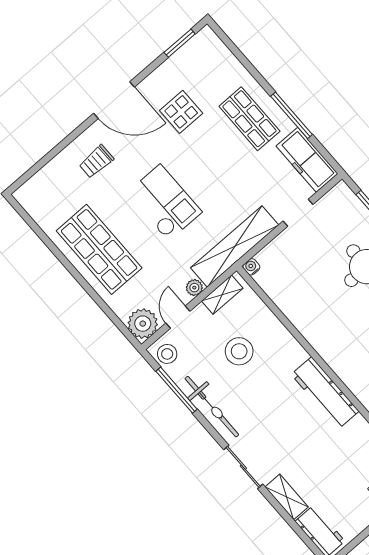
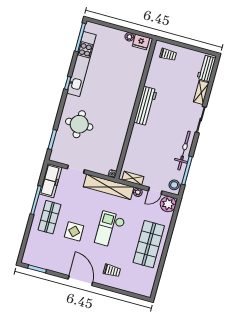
display table: (181, 112) -> (74, 231), moved
stool: (239, 351) -> (152, 155), removed

